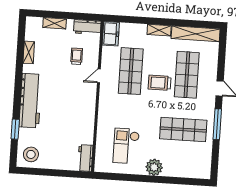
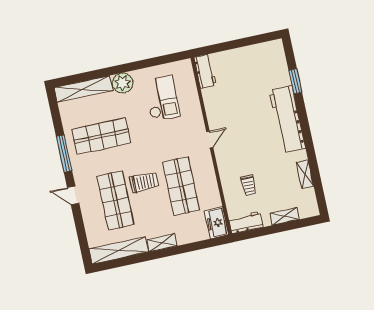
door: (99, 76) -> (210, 140), moved
stool: (31, 154) -> (269, 57), removed
shelving: (187, 171) -> (83, 89), added

